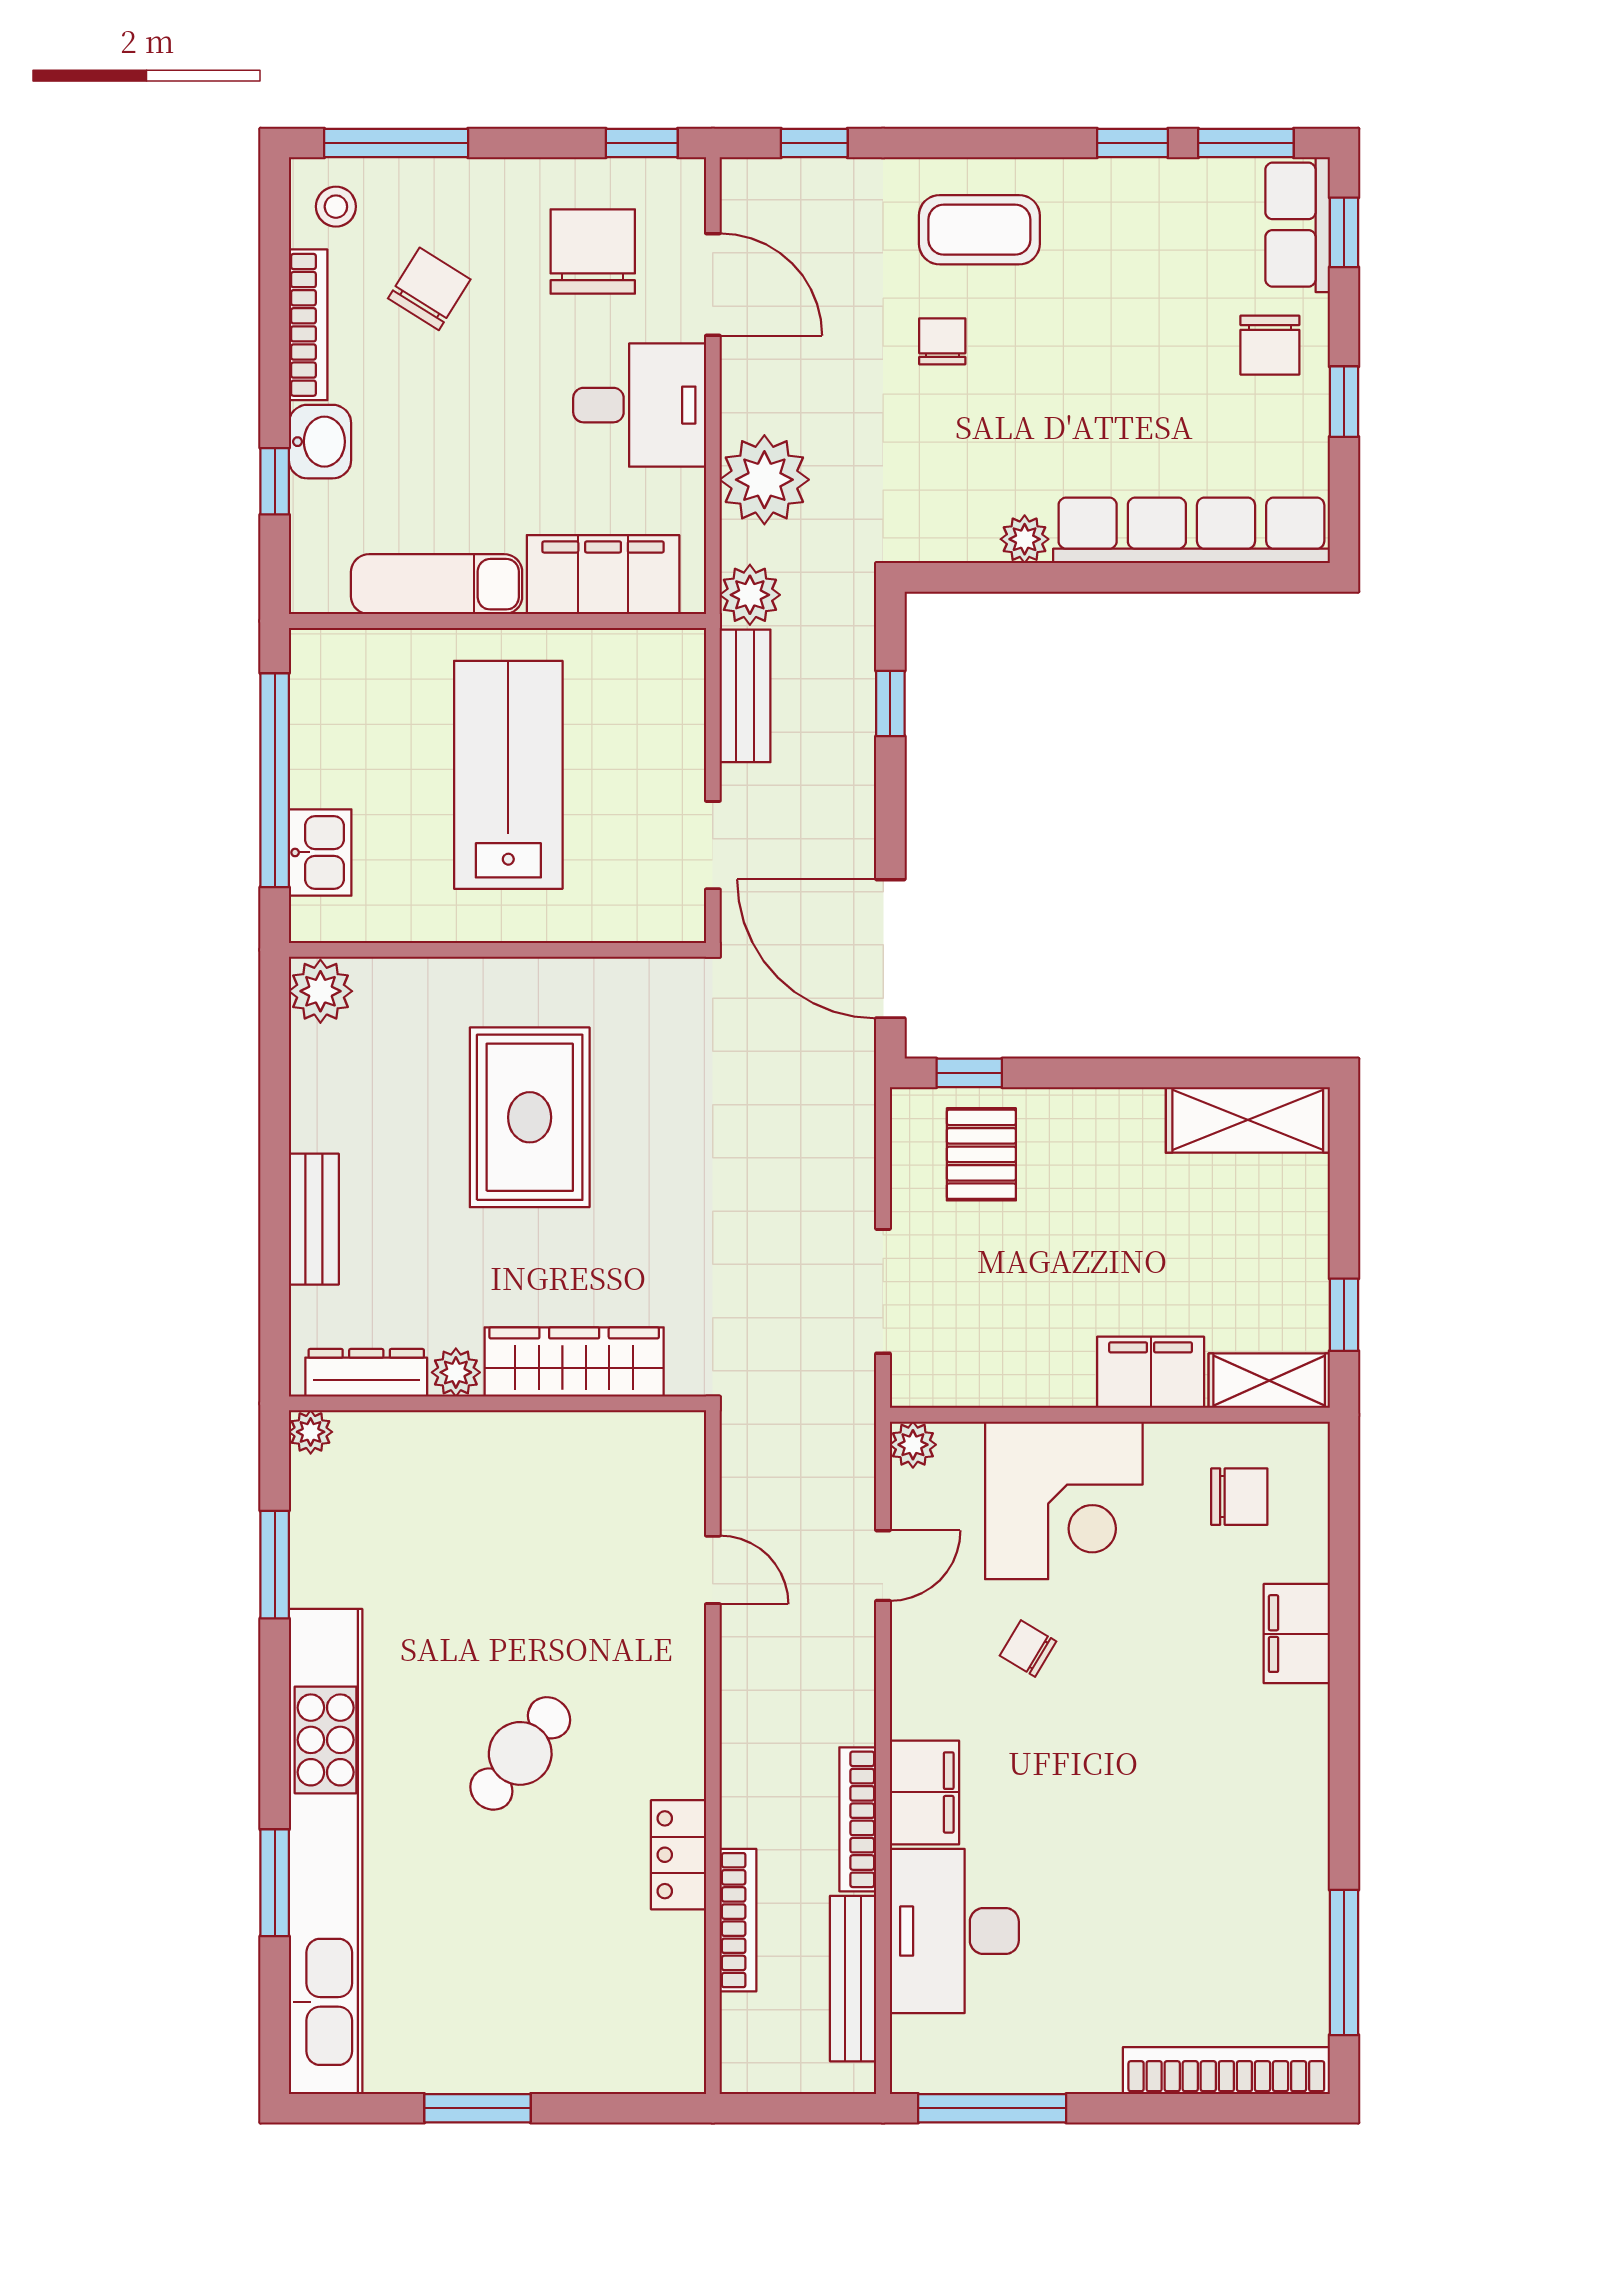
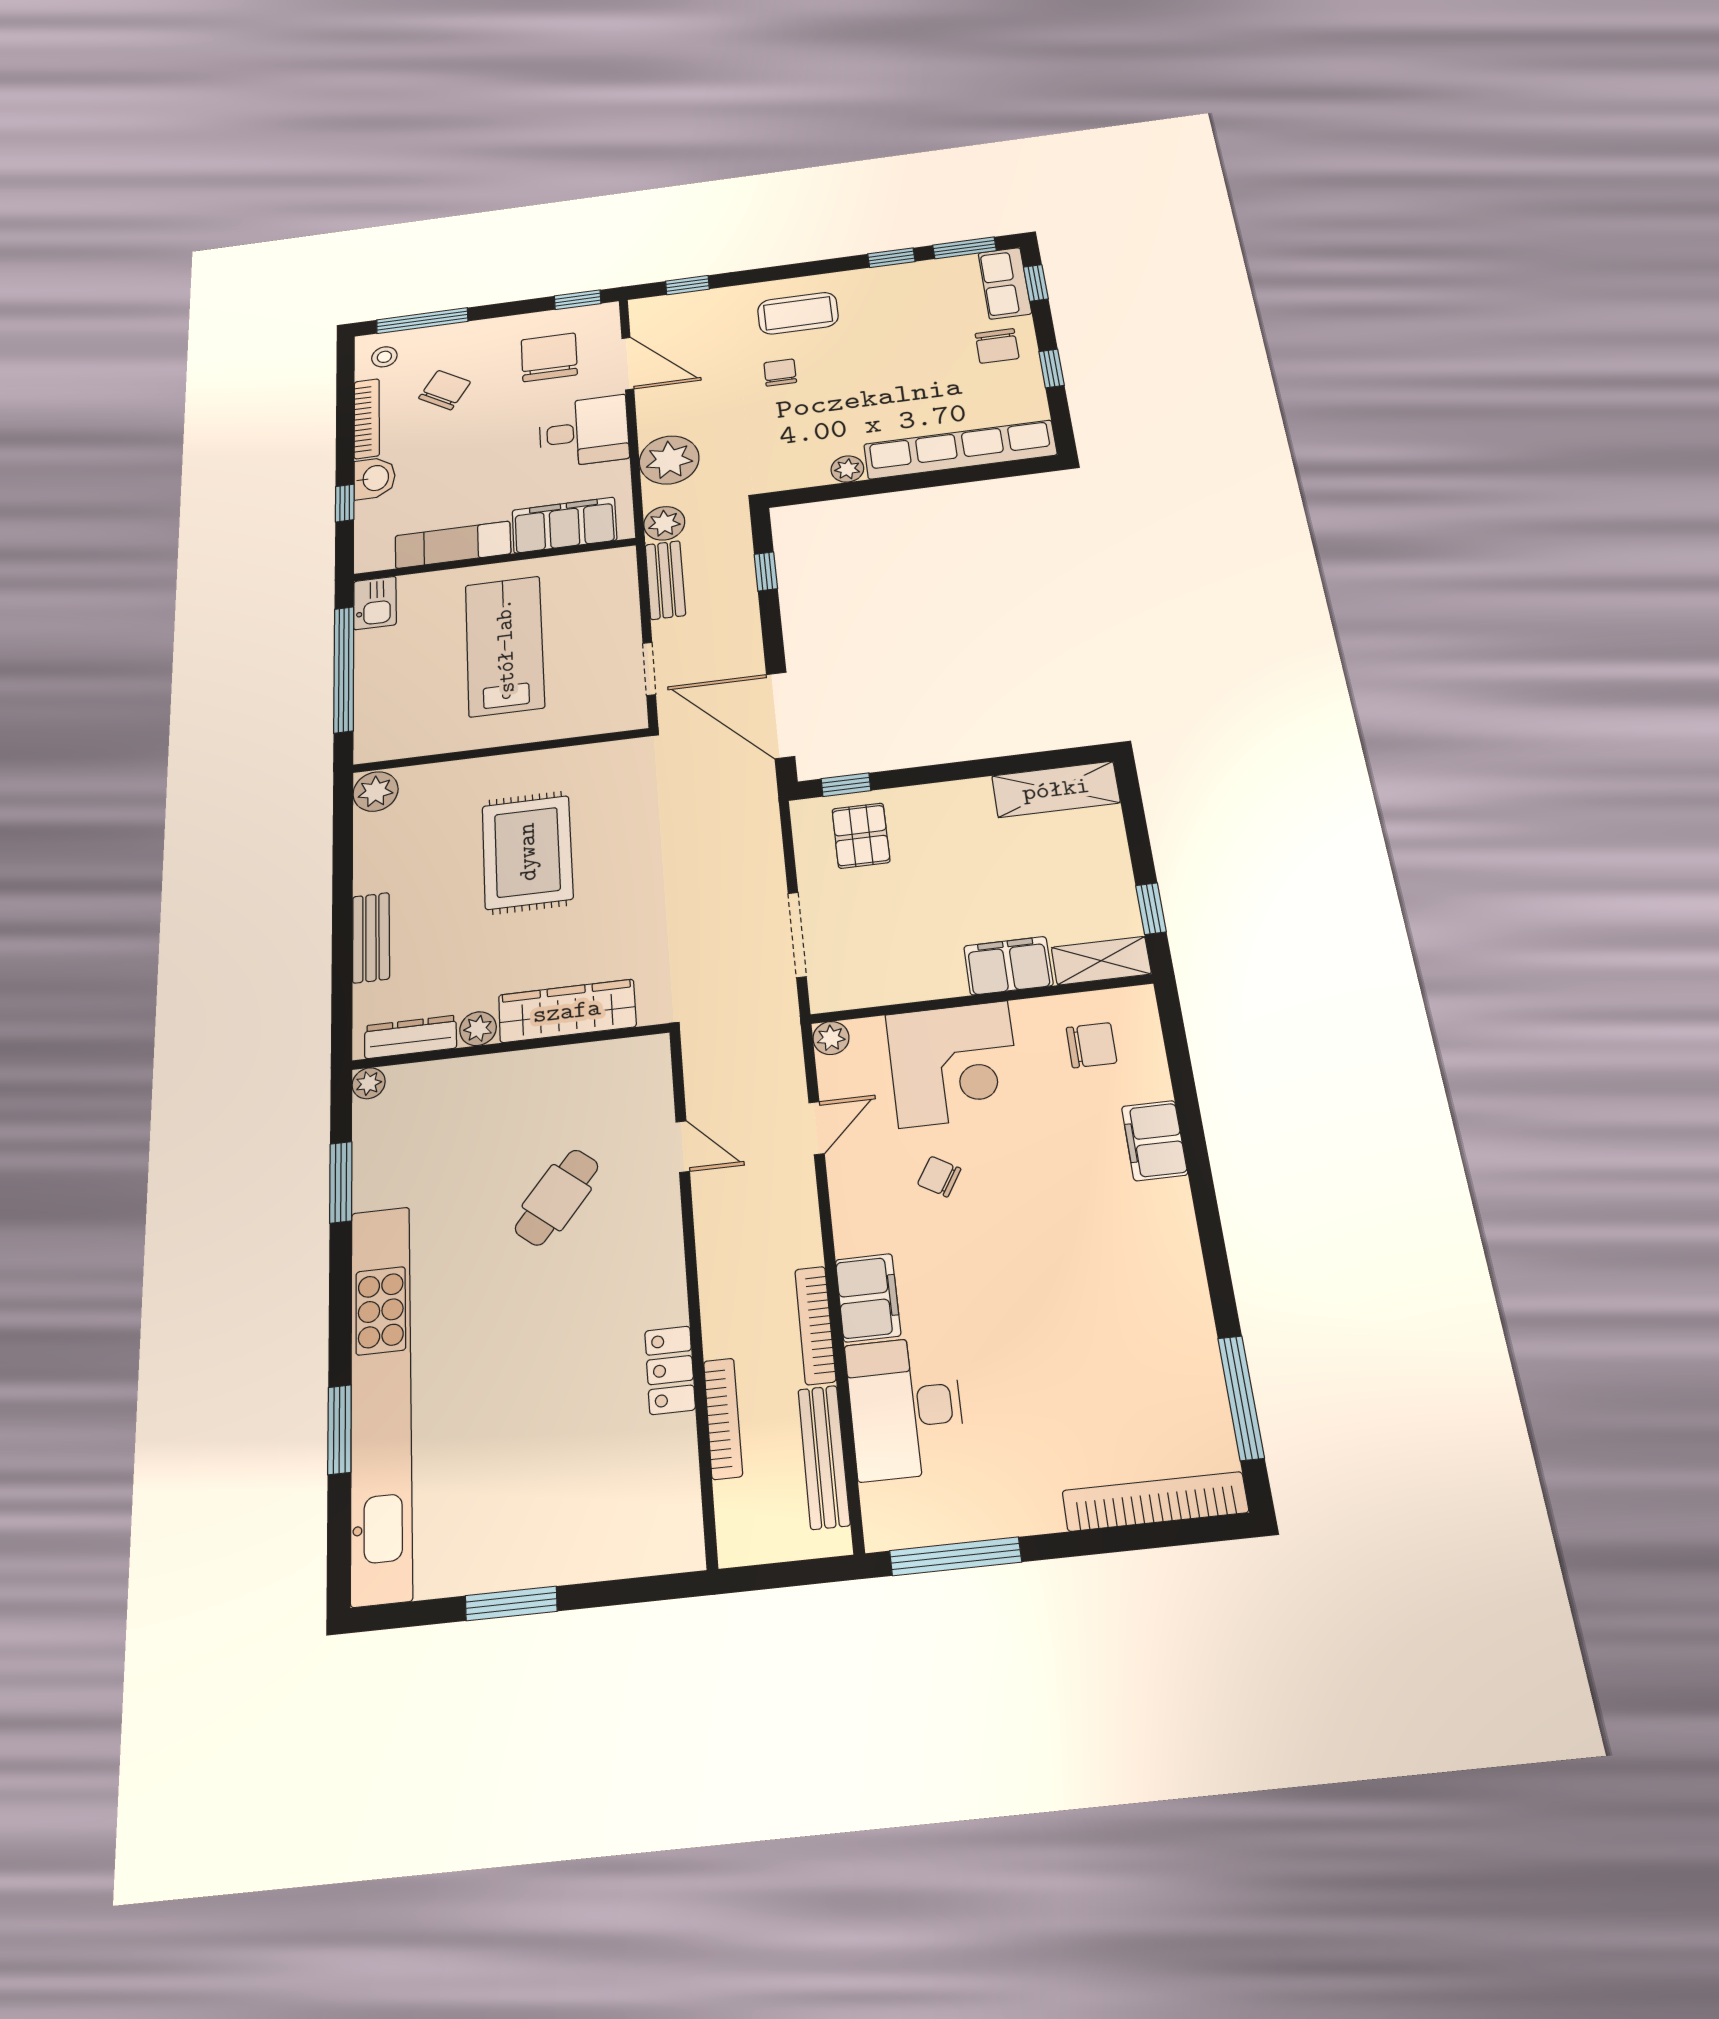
kitchen sink: (320, 852) -> (375, 603), moved
cafe table: (520, 1753) -> (557, 1197), moved

